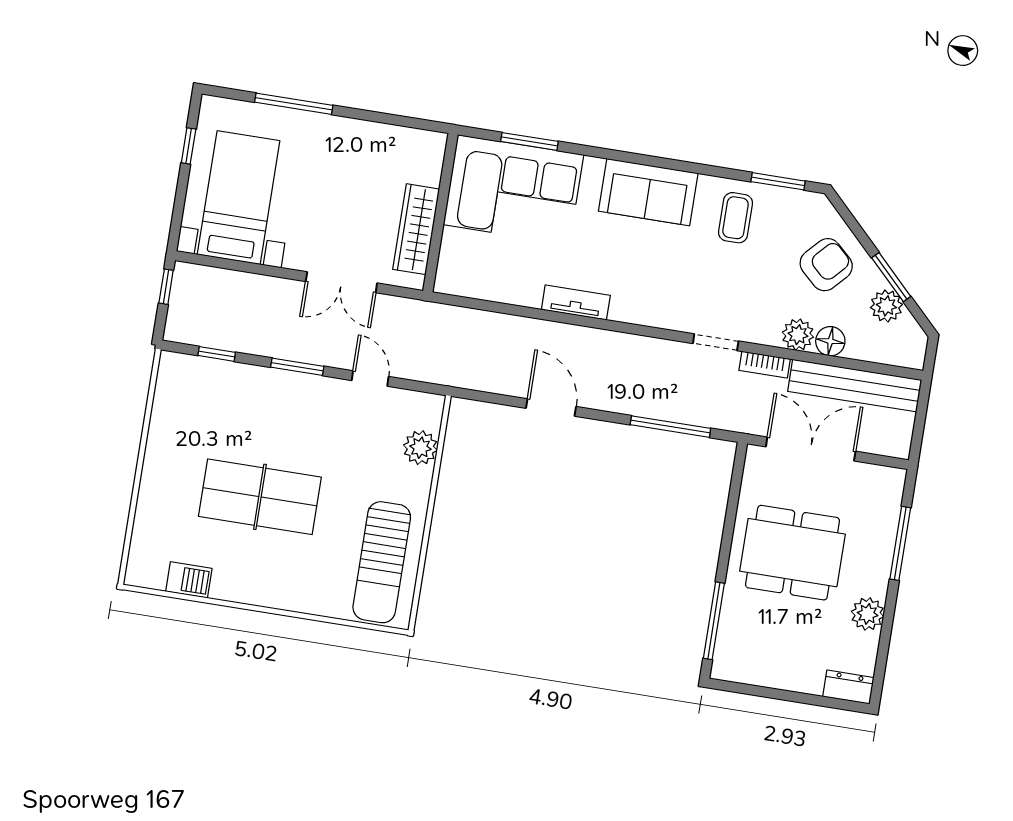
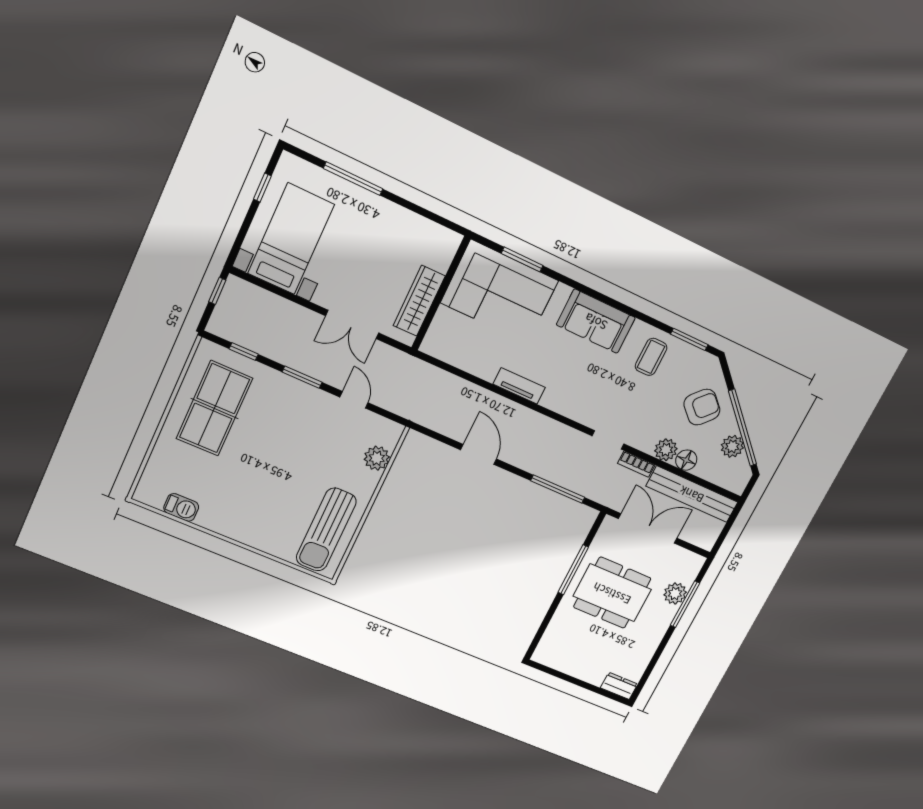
window: (891, 277) -> (743, 428), width x2.11
table tennis table: (260, 497) -> (214, 408), moved, turned 90
plant: (868, 614) -> (675, 593), moved
window: (714, 621) -> (573, 570), moved

